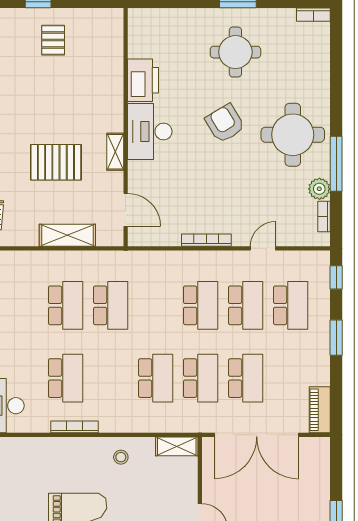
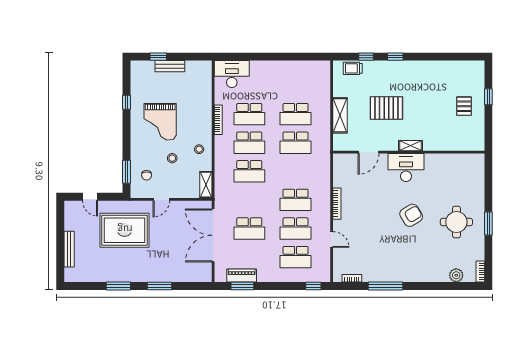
pallet: (53, 40) -> (464, 106), turned 90
printer: (143, 80) -> (439, 163), removed
round table: (293, 135) -> (404, 258), removed
shelving: (115, 152) -> (410, 146), moved
pallet: (56, 162) -> (386, 108), turned 90
plant: (319, 189) -> (456, 275), moved
door: (126, 210) -> (369, 152), moved
window: (336, 338) -> (242, 286), moved
school desk: (201, 378) -> (249, 143), moved
piano: (320, 410) -> (242, 276), moved
stool: (135, 499) -> (172, 158), added

